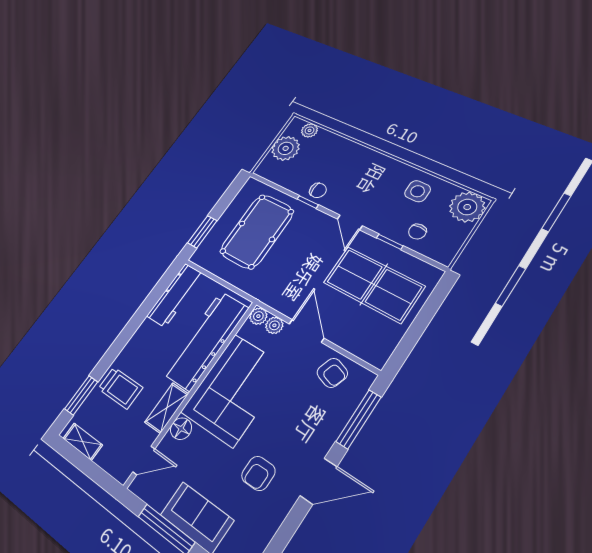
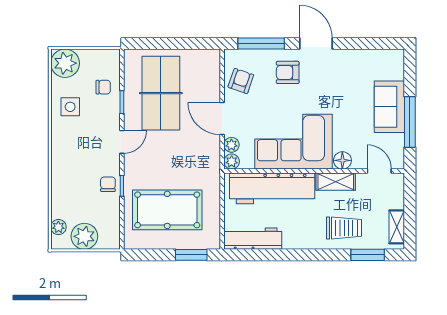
door: (307, 331) -> (222, 119), hinge flipped
trolley: (120, 388) -> (344, 228), turned 90
armchair: (258, 473) -> (288, 72), moved, turned 180

